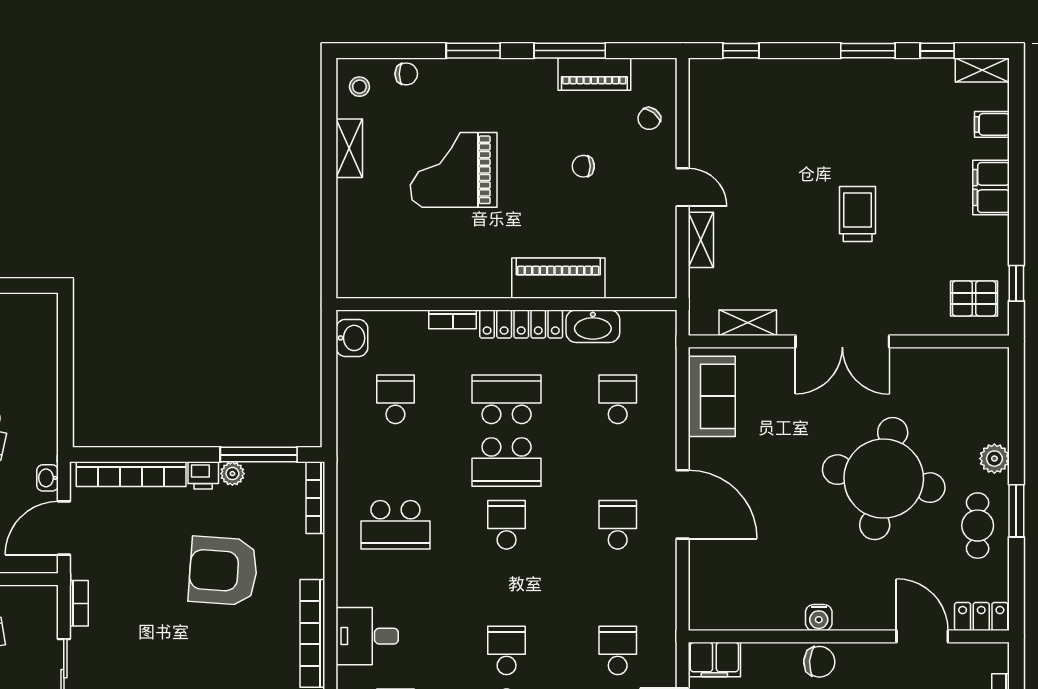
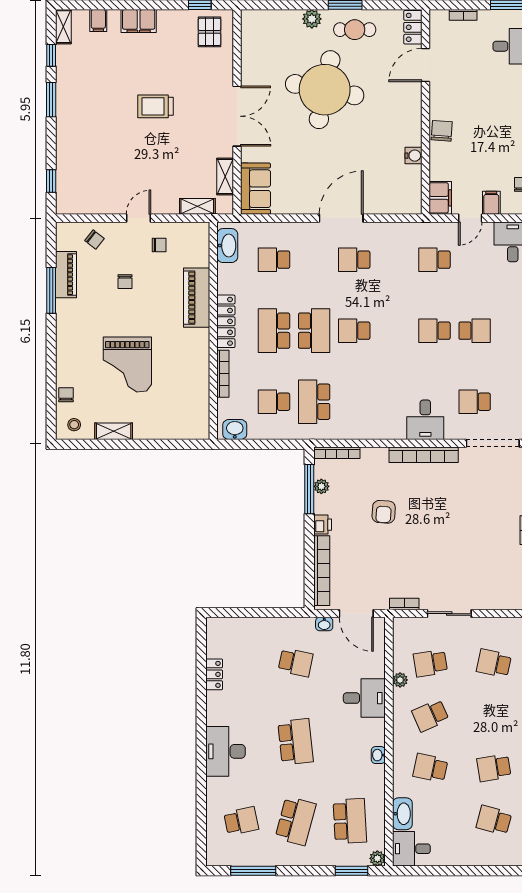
window: (473, 51) -> (51, 352), removed
chair: (641, 220) -> (159, 245), added
shelving: (701, 240) -> (197, 206), moved
bookcase: (453, 319) -> (223, 374), width x1.56
washbasin: (593, 326) -> (227, 246), moved
sofa: (712, 396) -> (256, 189), moved, turned 90
plant: (232, 474) -> (321, 486), moved
school desk: (395, 525) -> (314, 402), moved, turned 180
armchair: (223, 571) -> (384, 512), width x0.53, depth x0.53
water cooler: (819, 618) -> (413, 156), moved

